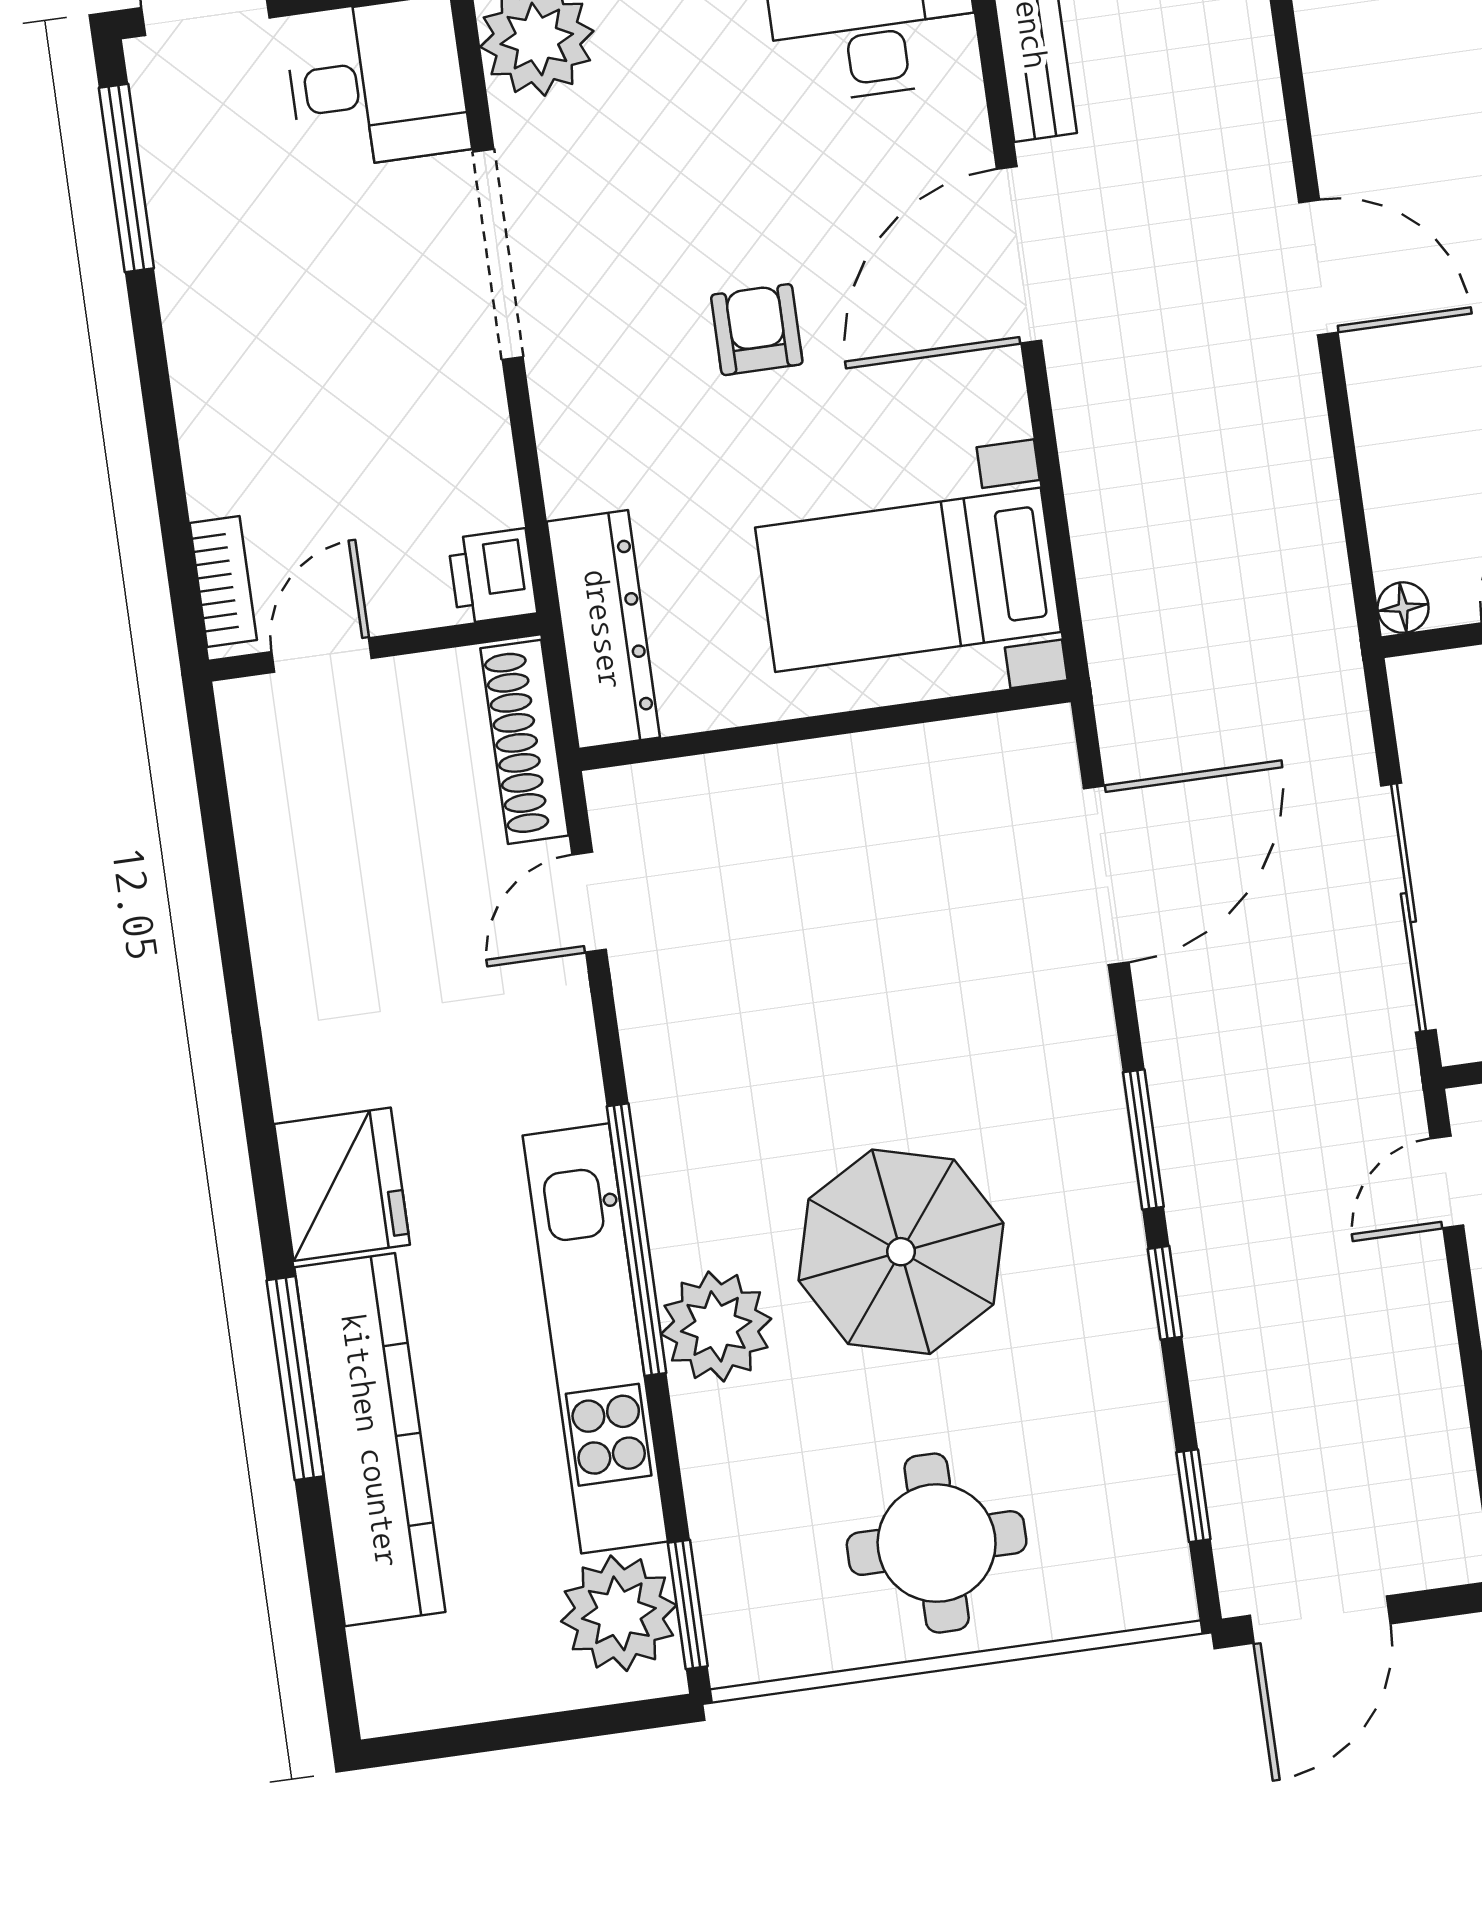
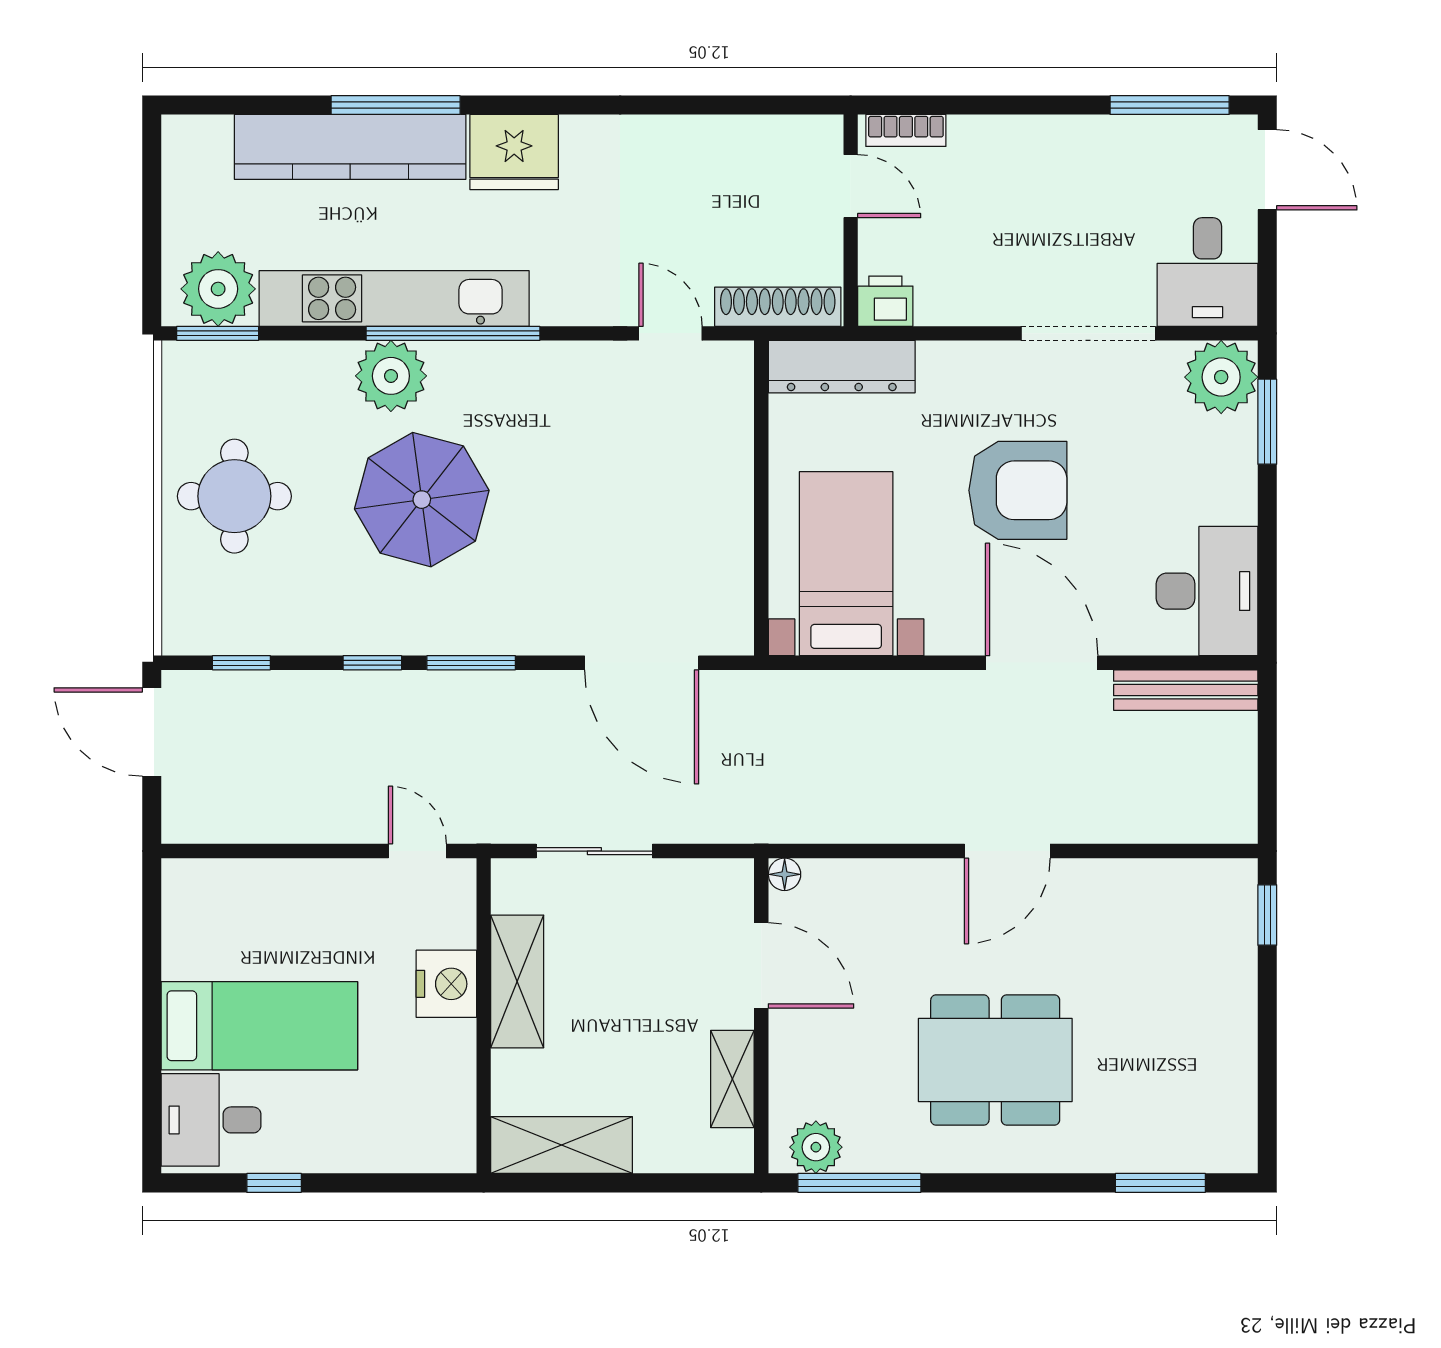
armchair: (757, 330) -> (1018, 490), width x1.88, depth x1.88
sliding door: (1408, 908) -> (594, 851), width x0.73

